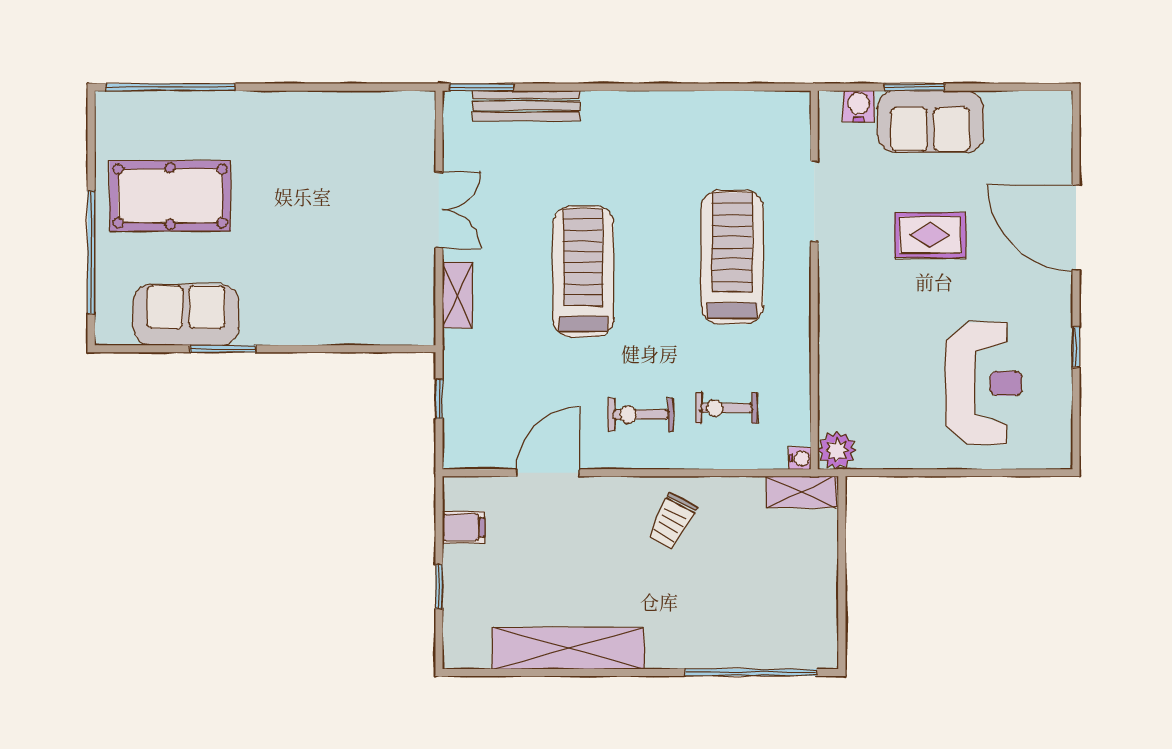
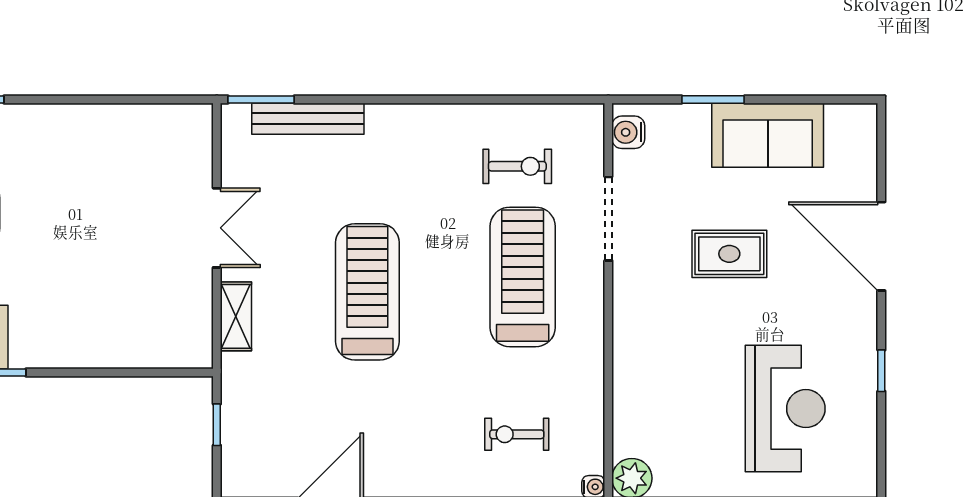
water cooler: (859, 106) -> (628, 132), moved, turned -90
sofa: (930, 121) -> (768, 135), moved
exercise bike: (641, 415) -> (517, 166), moved, turned 180

